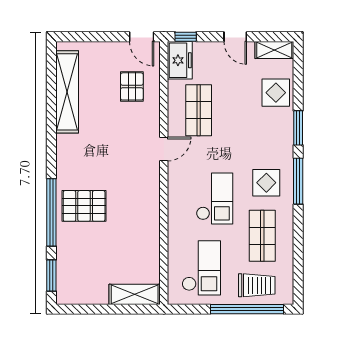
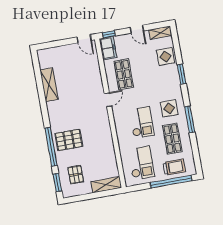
pallet: (132, 86) -> (76, 175), moved
shelving: (67, 92) -> (49, 85), width x0.68
window: (298, 181) -> (190, 119), moved

